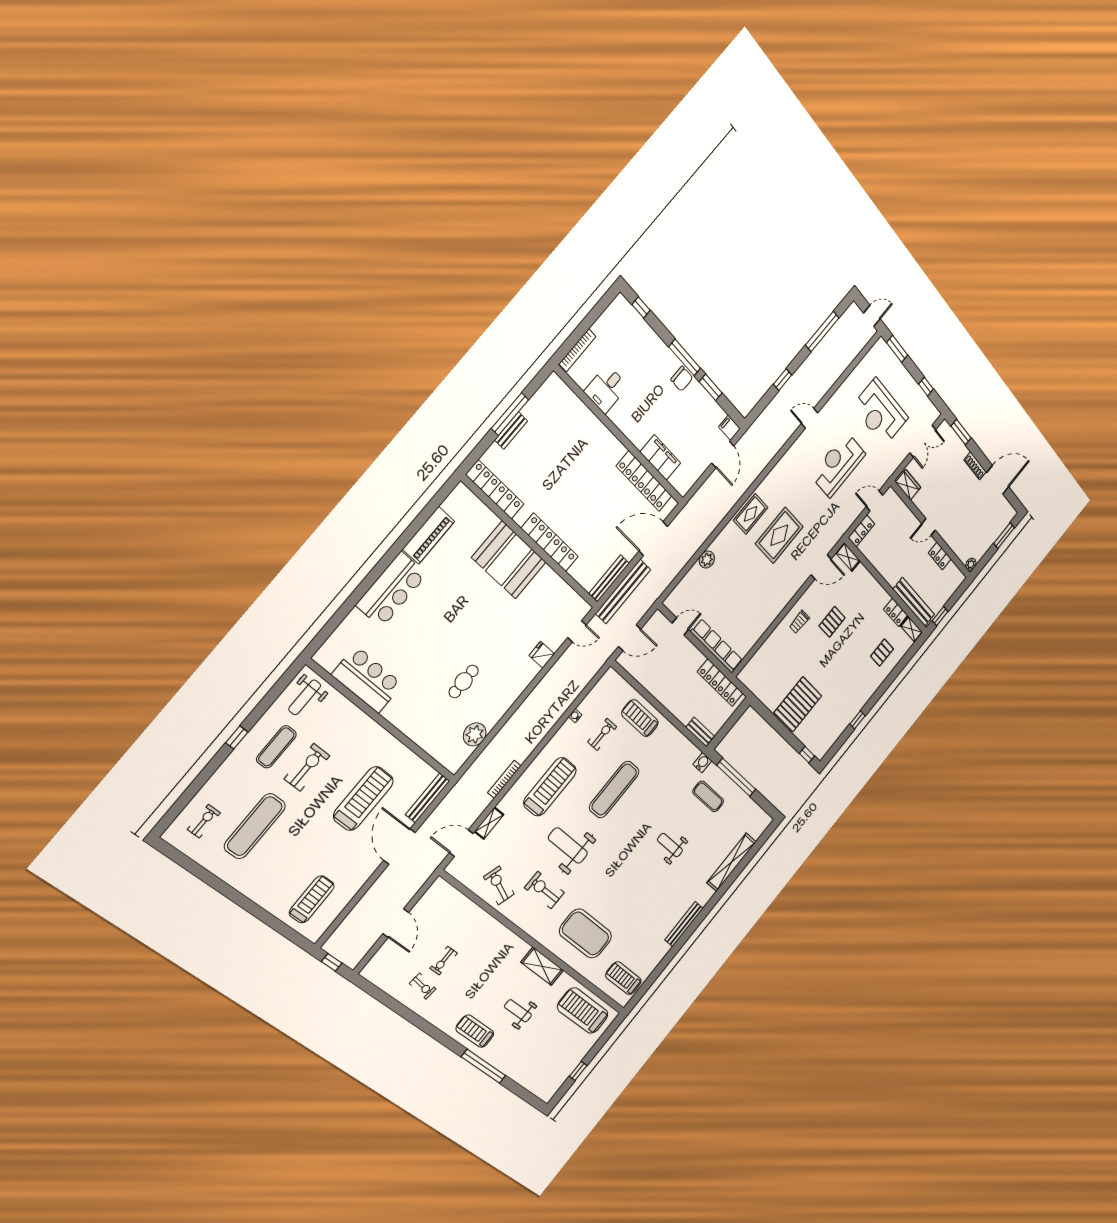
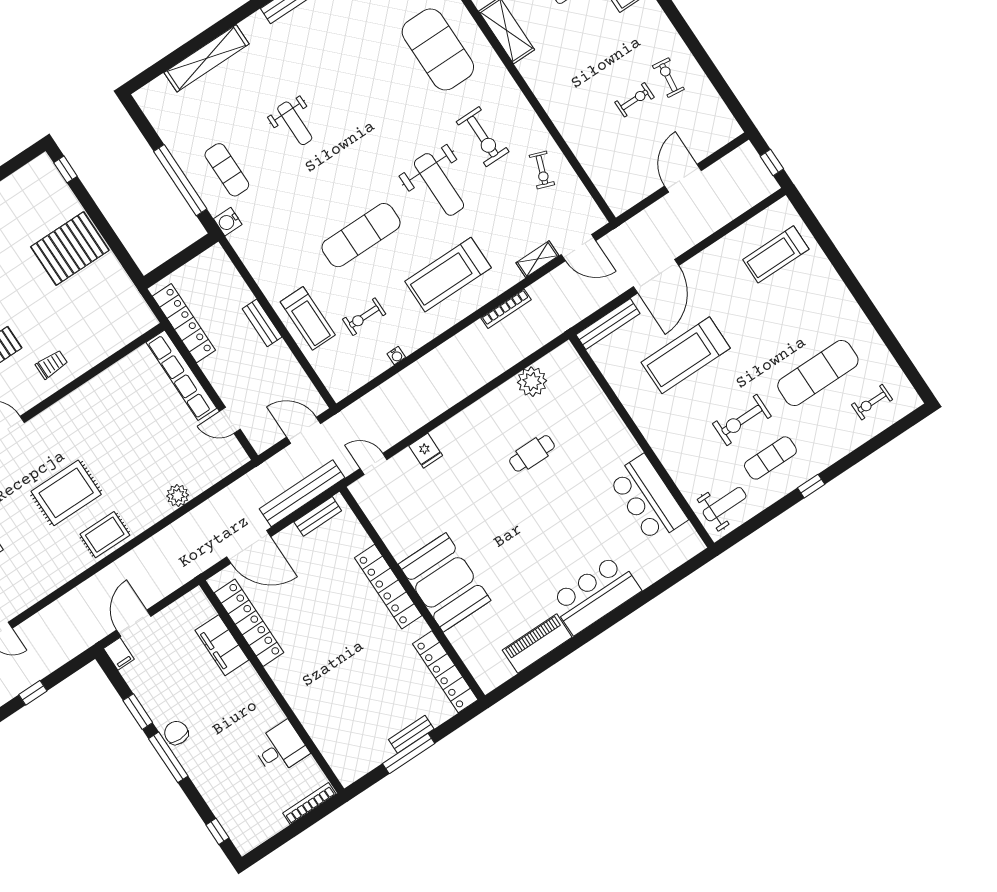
bench: (609, 578) -> (318, 516), width x0.73
bench: (700, 732) -> (262, 323), moved
exercise bike: (499, 885) -> (542, 170), width x0.73, depth x0.72

